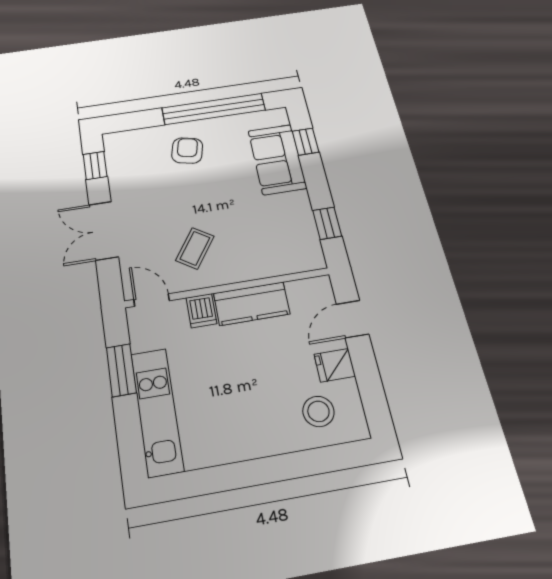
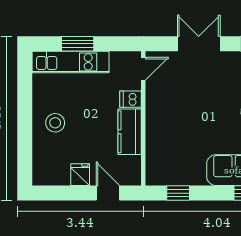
coffee table: (195, 248) -> (175, 102), removed
window: (121, 370) -> (78, 44), moved
stool: (318, 411) -> (55, 123), moved

